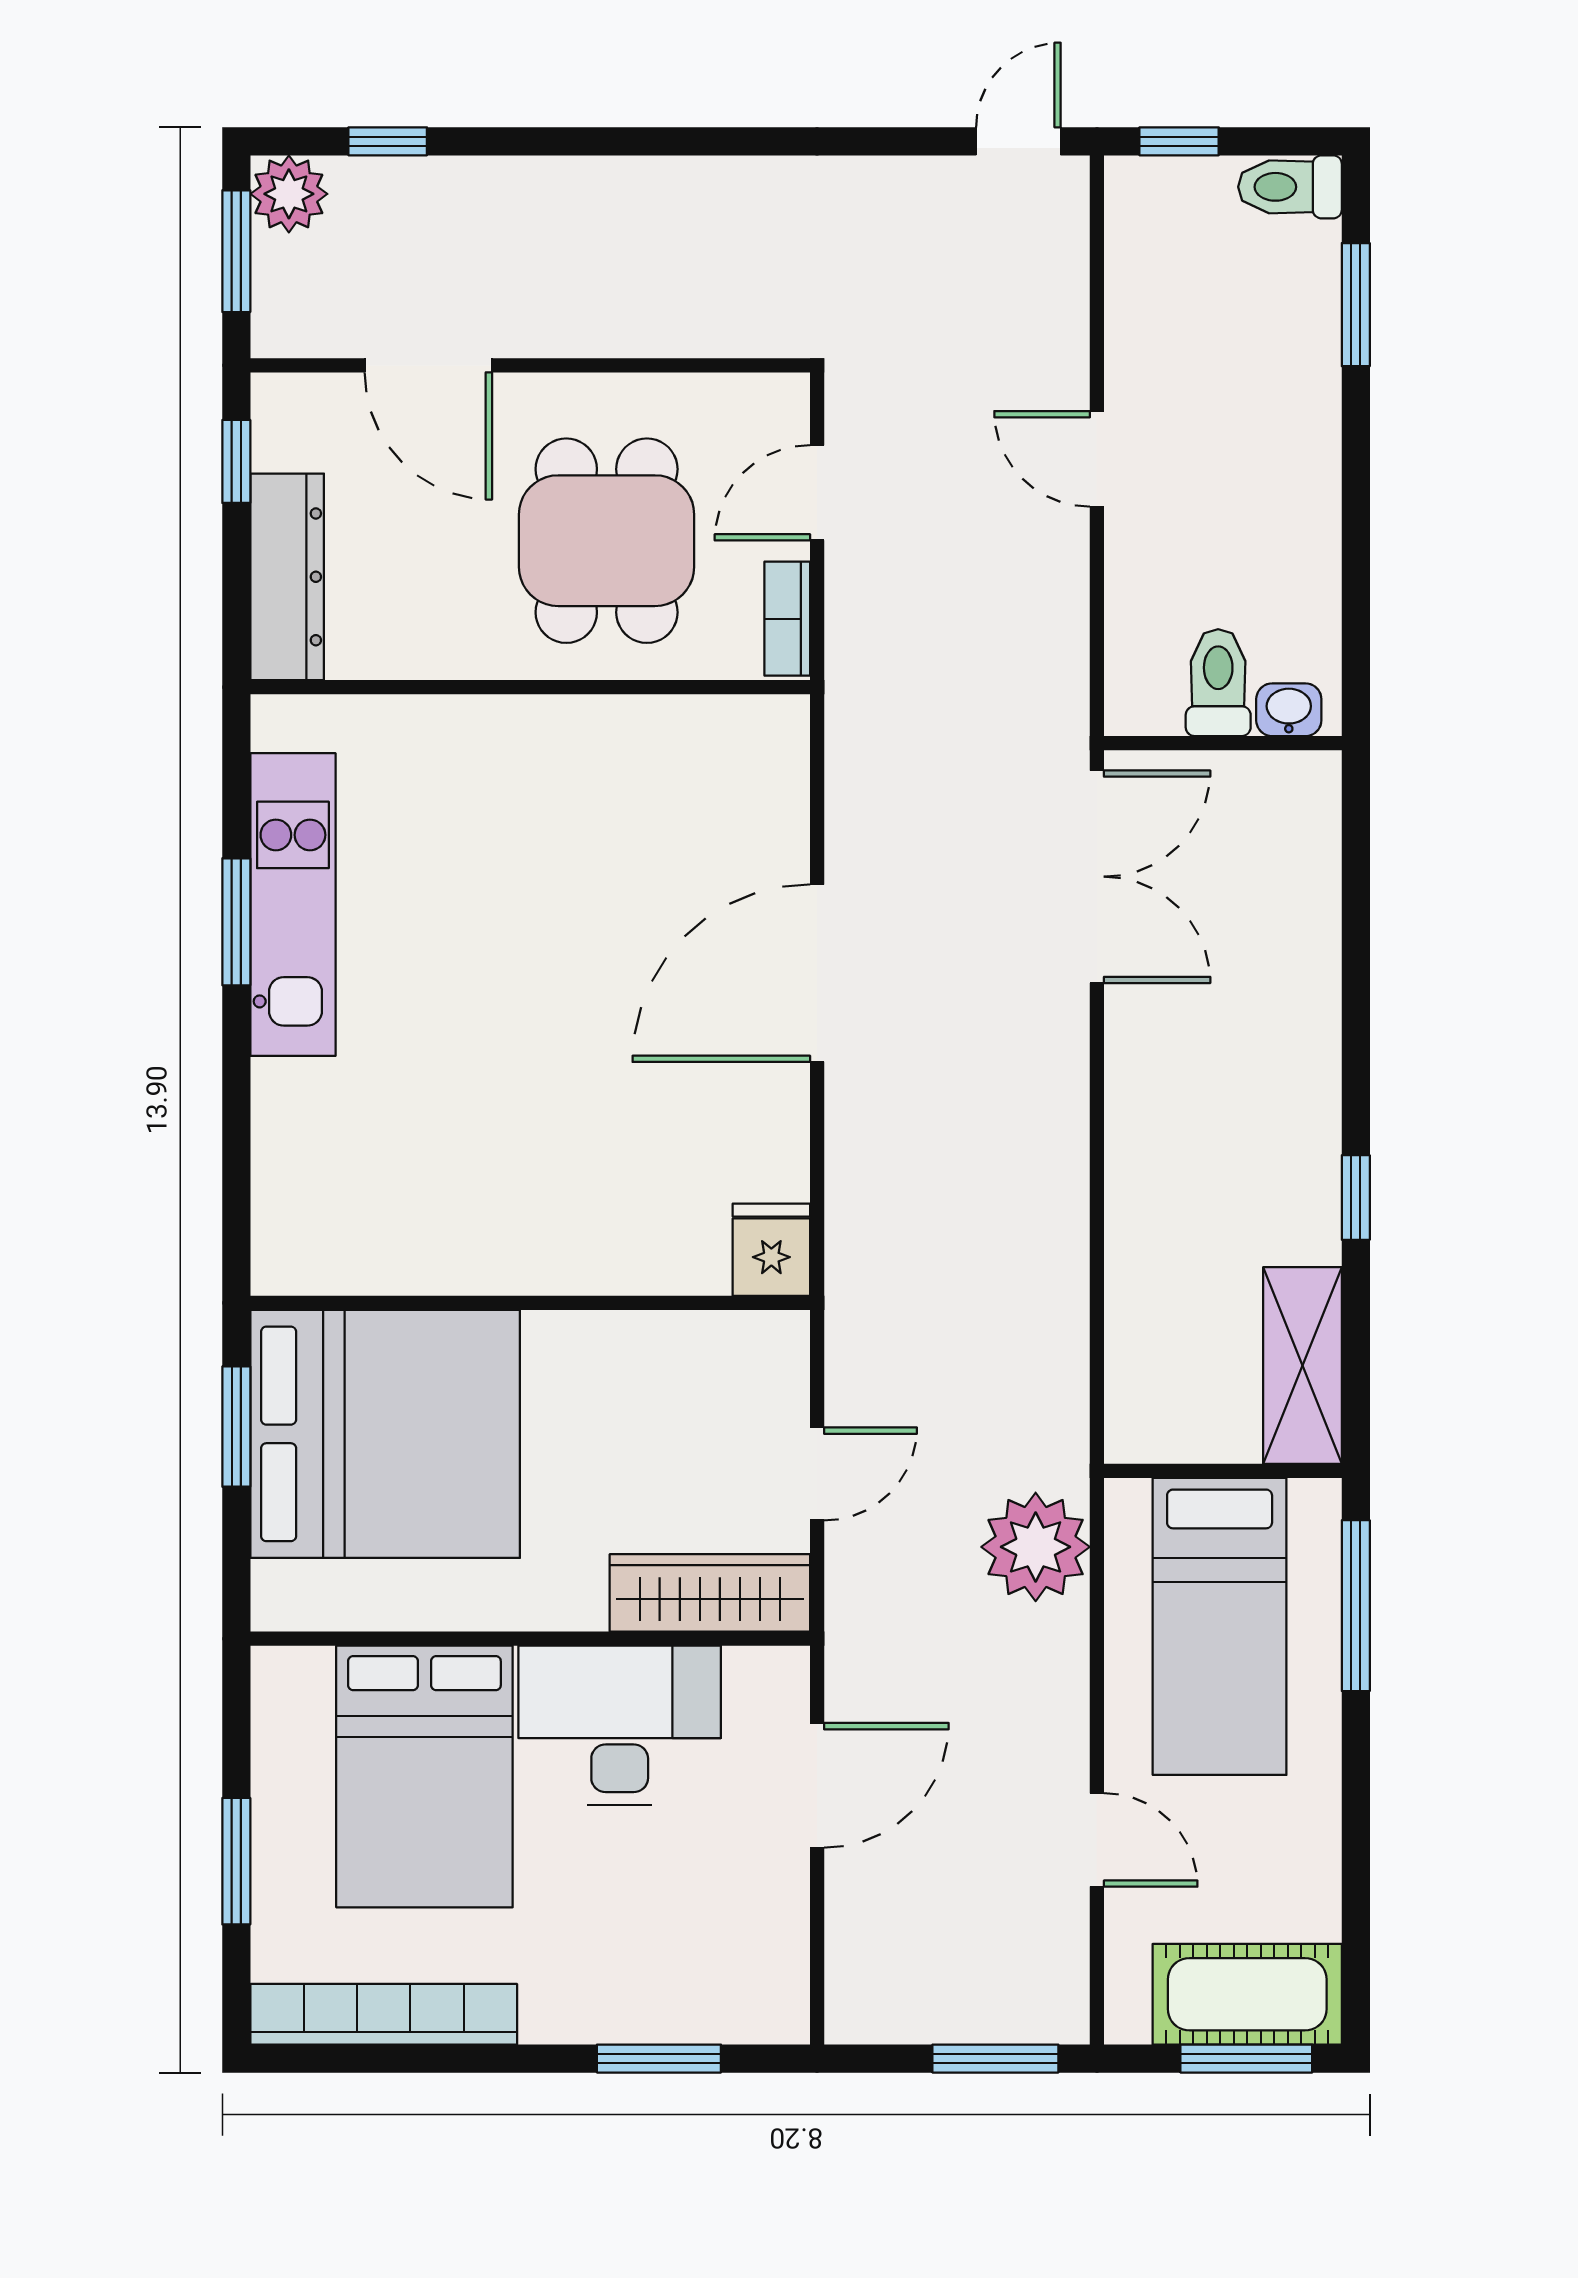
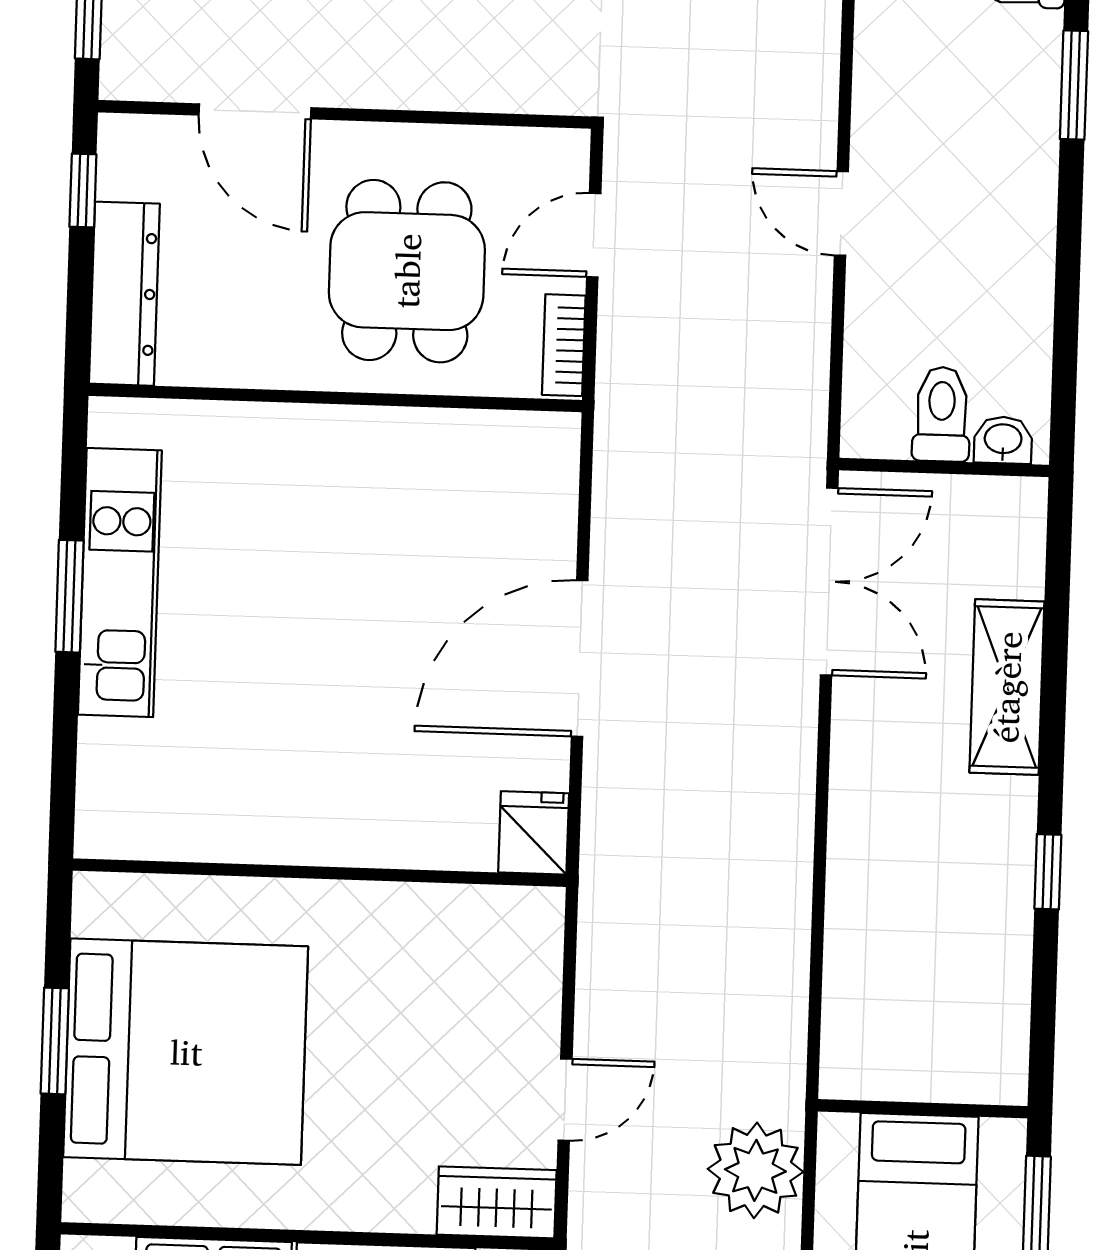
fridge: (771, 1250) -> (534, 833), moved
wall: (530, 1303) -> (320, 873), moved
shelving: (1302, 1365) -> (1007, 687), moved
wardrobe: (710, 1593) -> (497, 1202), width x0.67

